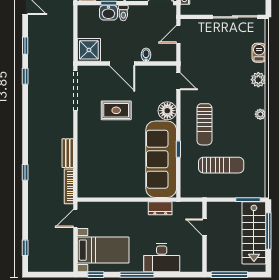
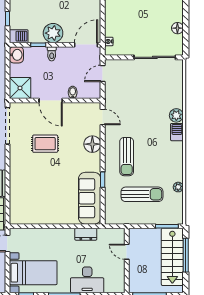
washbasin: (108, 13) -> (16, 55), moved, turned -90
barbecue: (259, 53) -> (177, 132), moved
plant: (260, 114) -> (178, 187), moved
sofa: (161, 159) -> (90, 198), width x0.74, depth x0.79

